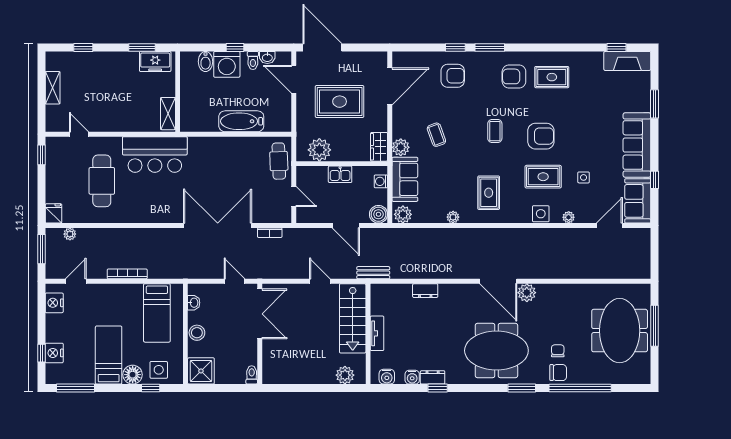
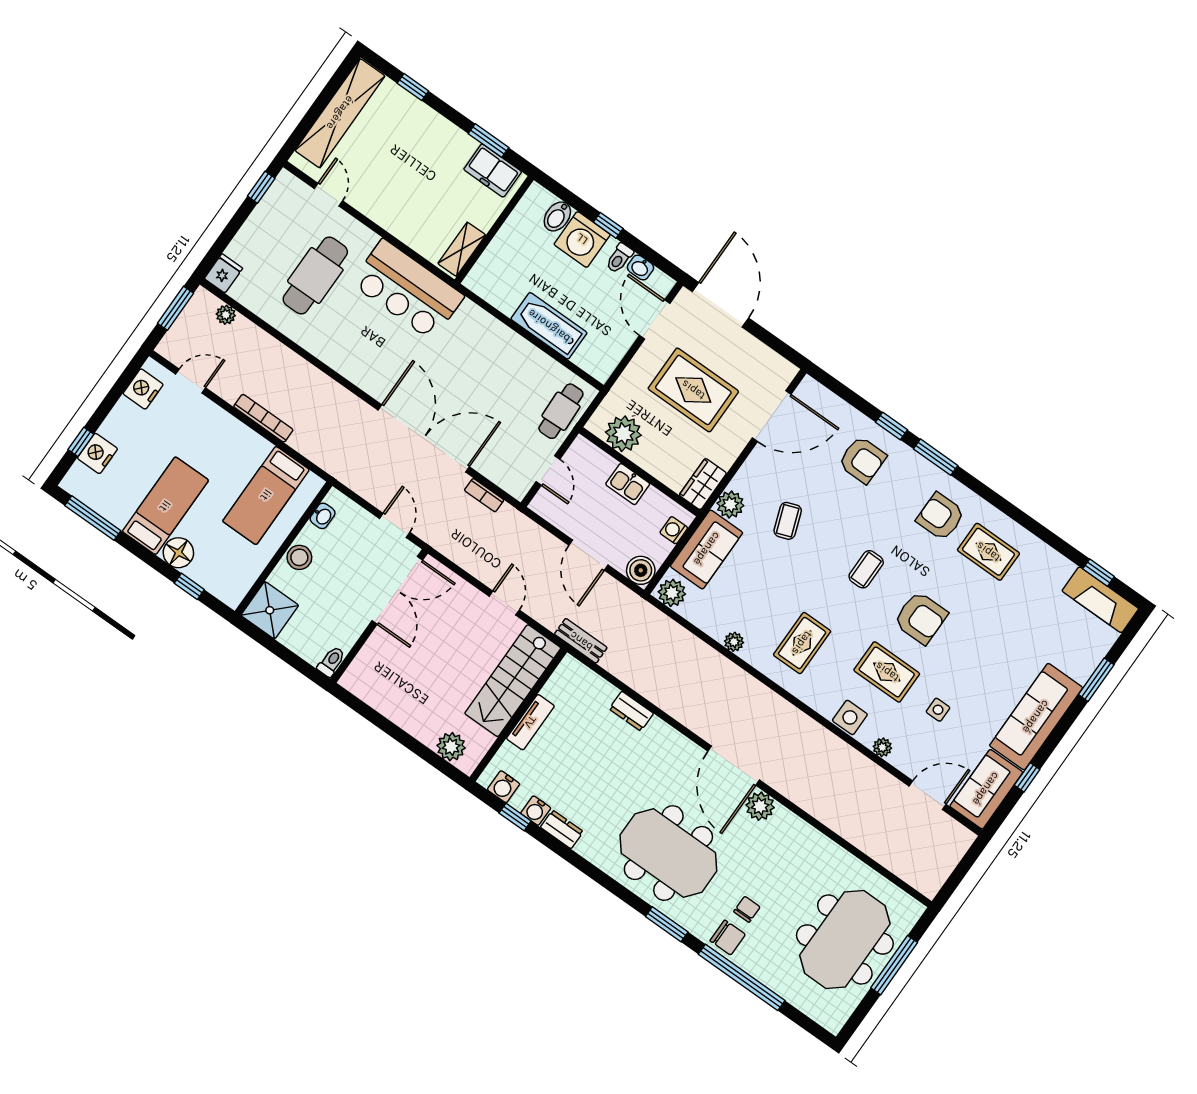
shelving: (53, 88) -> (340, 113), width x2.20, depth x1.33
side table: (159, 370) -> (216, 570), removed
window: (438, 388) -> (515, 817), moved

